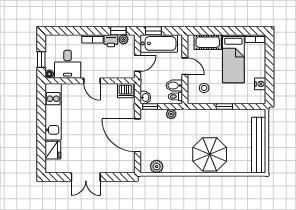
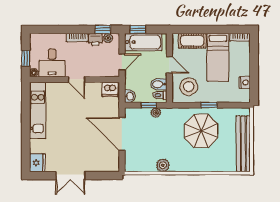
stool: (204, 88) -> (189, 87), width x1.89, depth x1.89
window: (150, 106) -> (149, 105), moved
fridge: (53, 150) -> (37, 163), moved
parasol: (210, 154) -> (201, 131), moved
plant: (157, 167) -> (163, 165), moved

